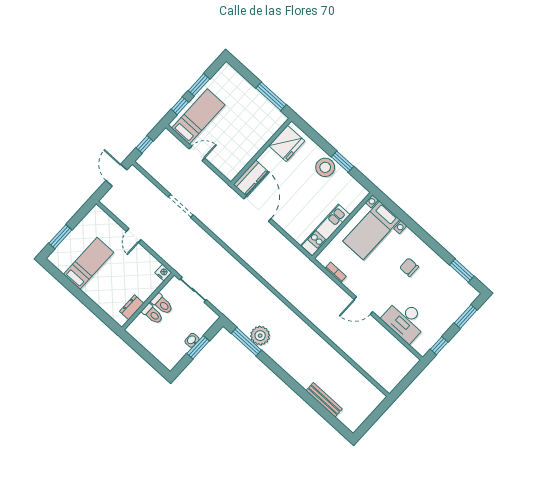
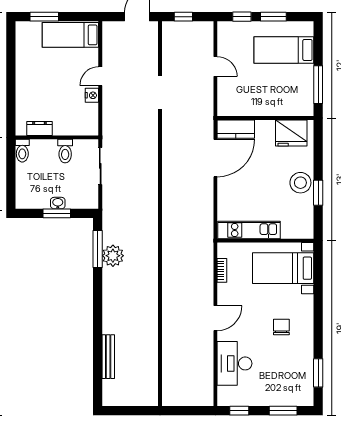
bed: (198, 116) -> (284, 50), moved, turned 180
bed: (89, 263) -> (70, 35), moved, turned 180
nightstand: (163, 273) -> (92, 95), moved
door: (363, 306) -> (215, 318), swing flipped
toilet: (152, 314) -> (22, 151), moved

